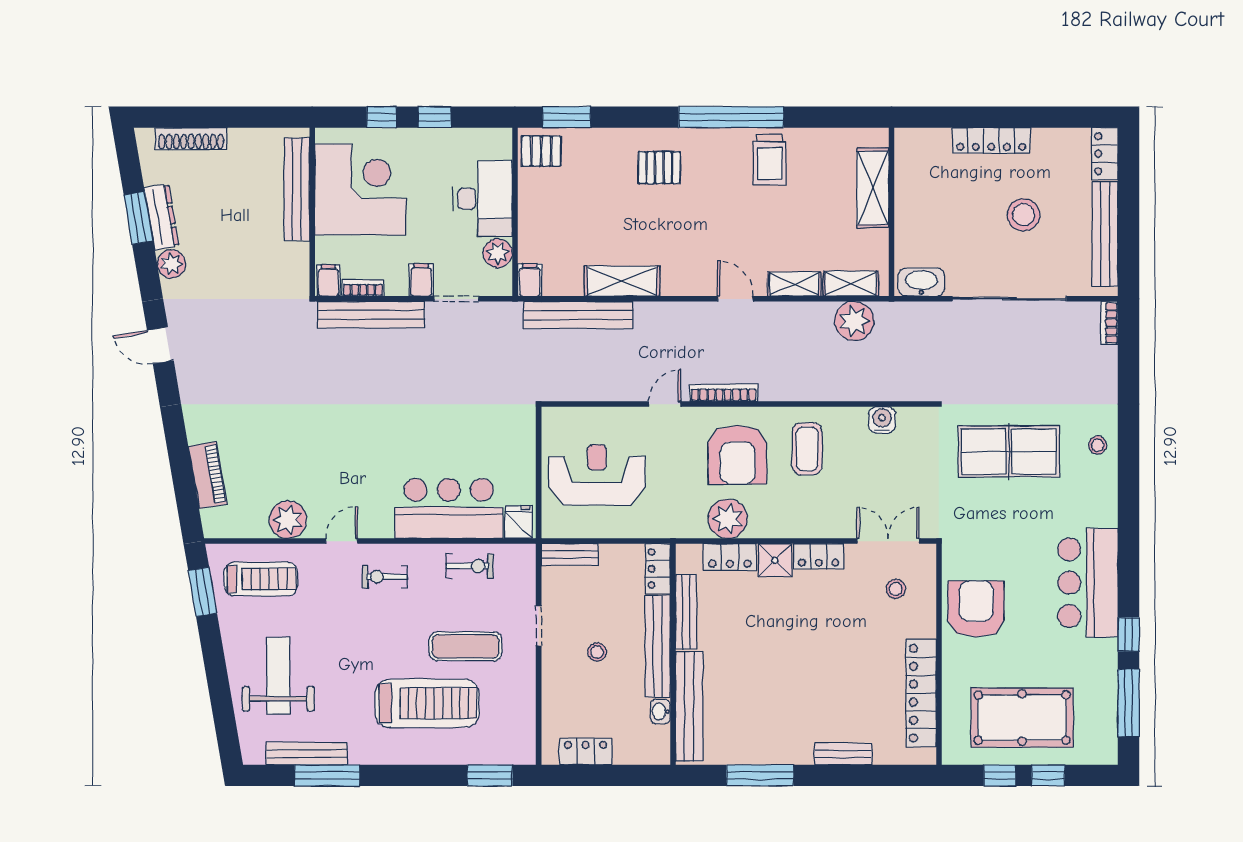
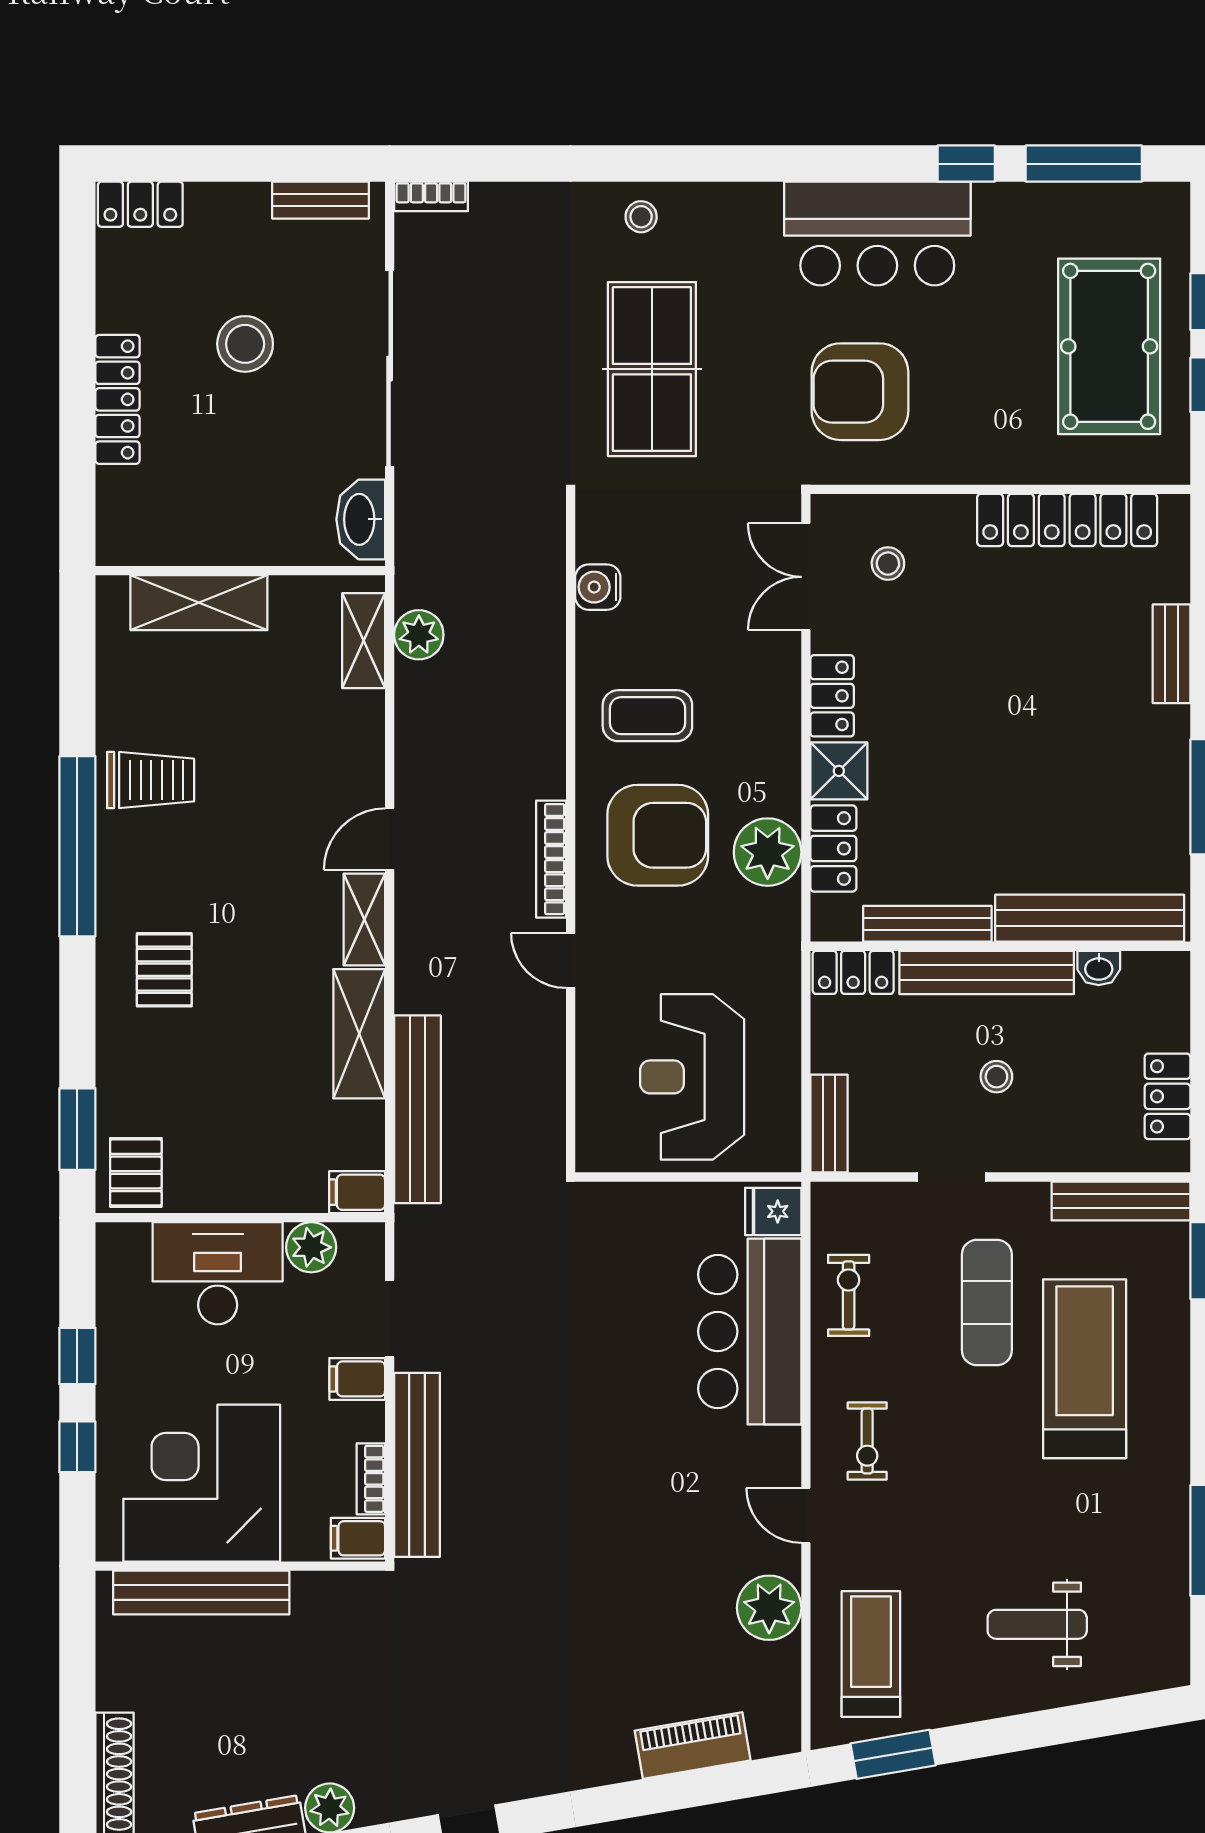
bench: (1105, 234) -> (321, 200), width x0.54, depth x0.82
shelving: (794, 284) -> (364, 919), moved
plant: (854, 321) -> (419, 635), width x0.73, depth x0.73
armchair: (976, 609) -> (860, 392), moved
weight bench: (278, 676) -> (1037, 1624), width x0.73, depth x0.75
bench: (307, 754) -> (1121, 1201), moved, turned 90

